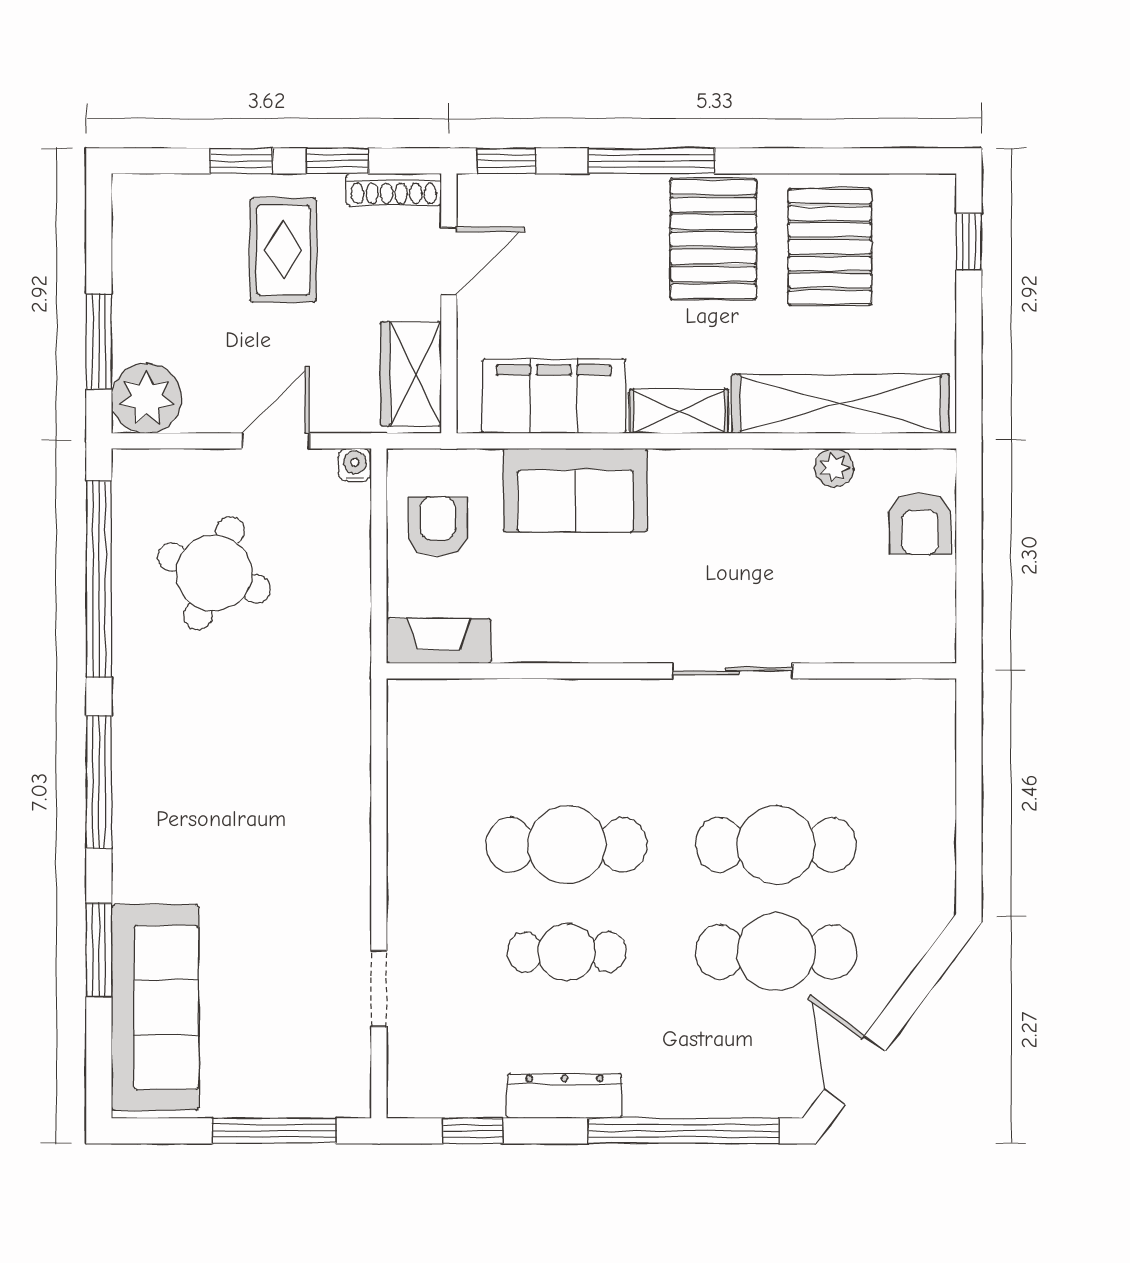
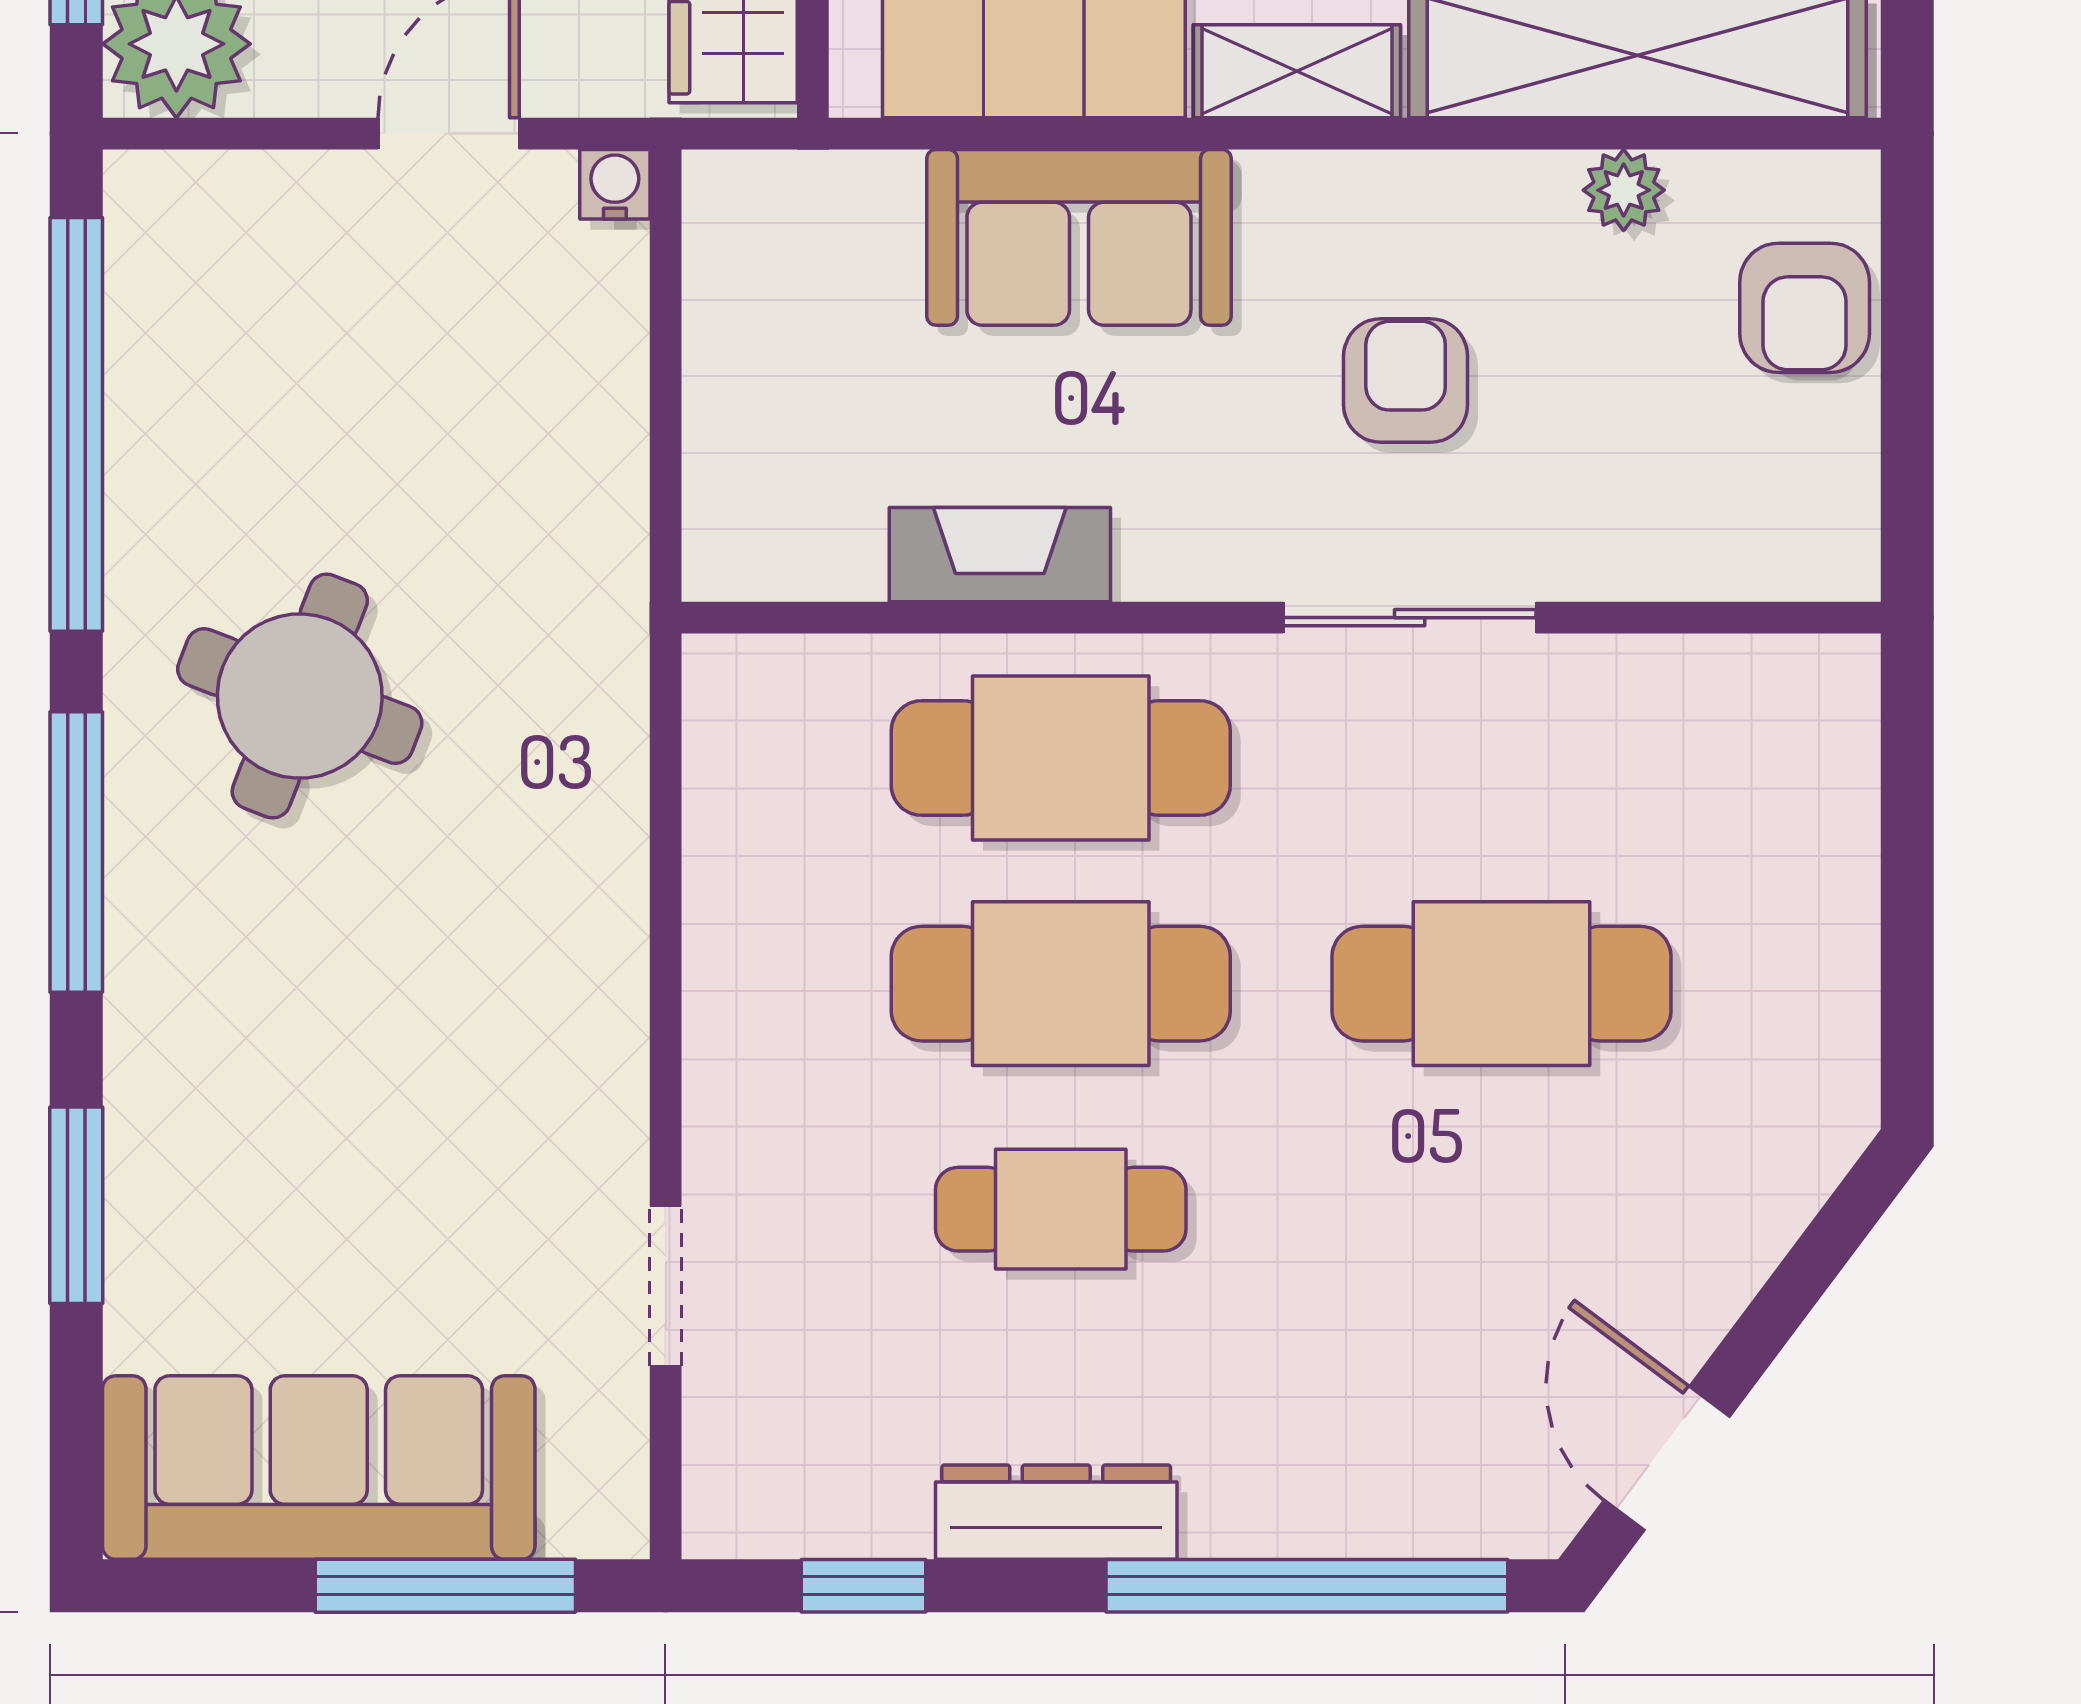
armchair: (438, 527) -> (1406, 380), moved
round table: (214, 573) -> (300, 696), moved
fireplace: (439, 641) -> (1000, 555), moved
cafe table: (776, 952) -> (1061, 758), moved
sofa: (155, 1007) -> (319, 1468), moved, turned -90

